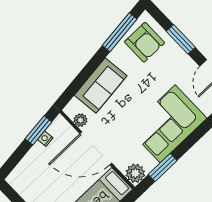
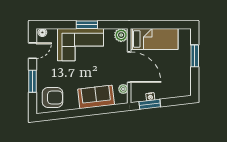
window: (120, 32) -> (60, 115), removed
armchair: (145, 42) -> (52, 98), turned 90
window: (163, 168) -> (87, 25), moved

